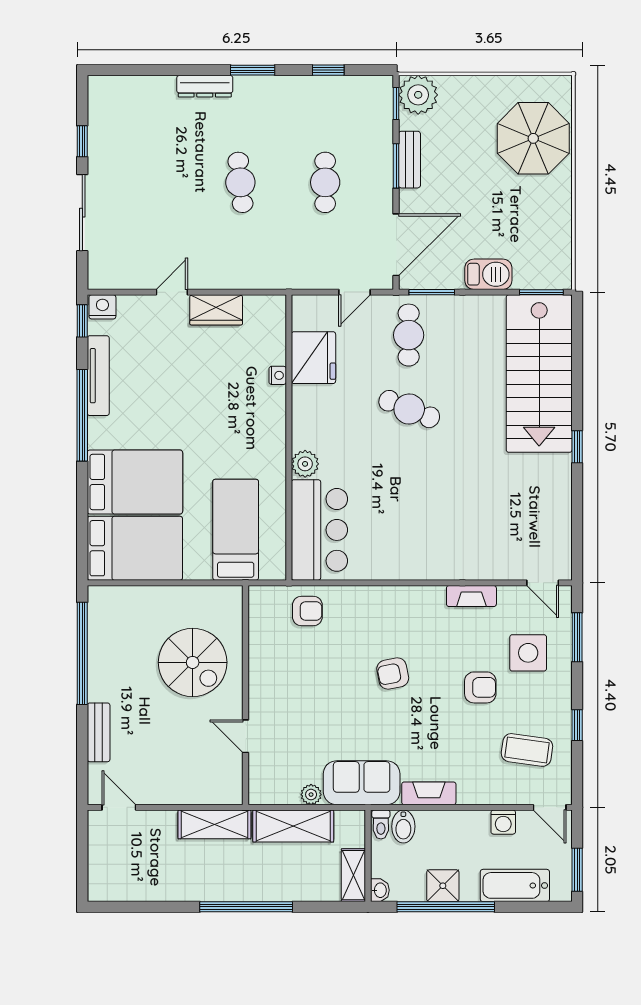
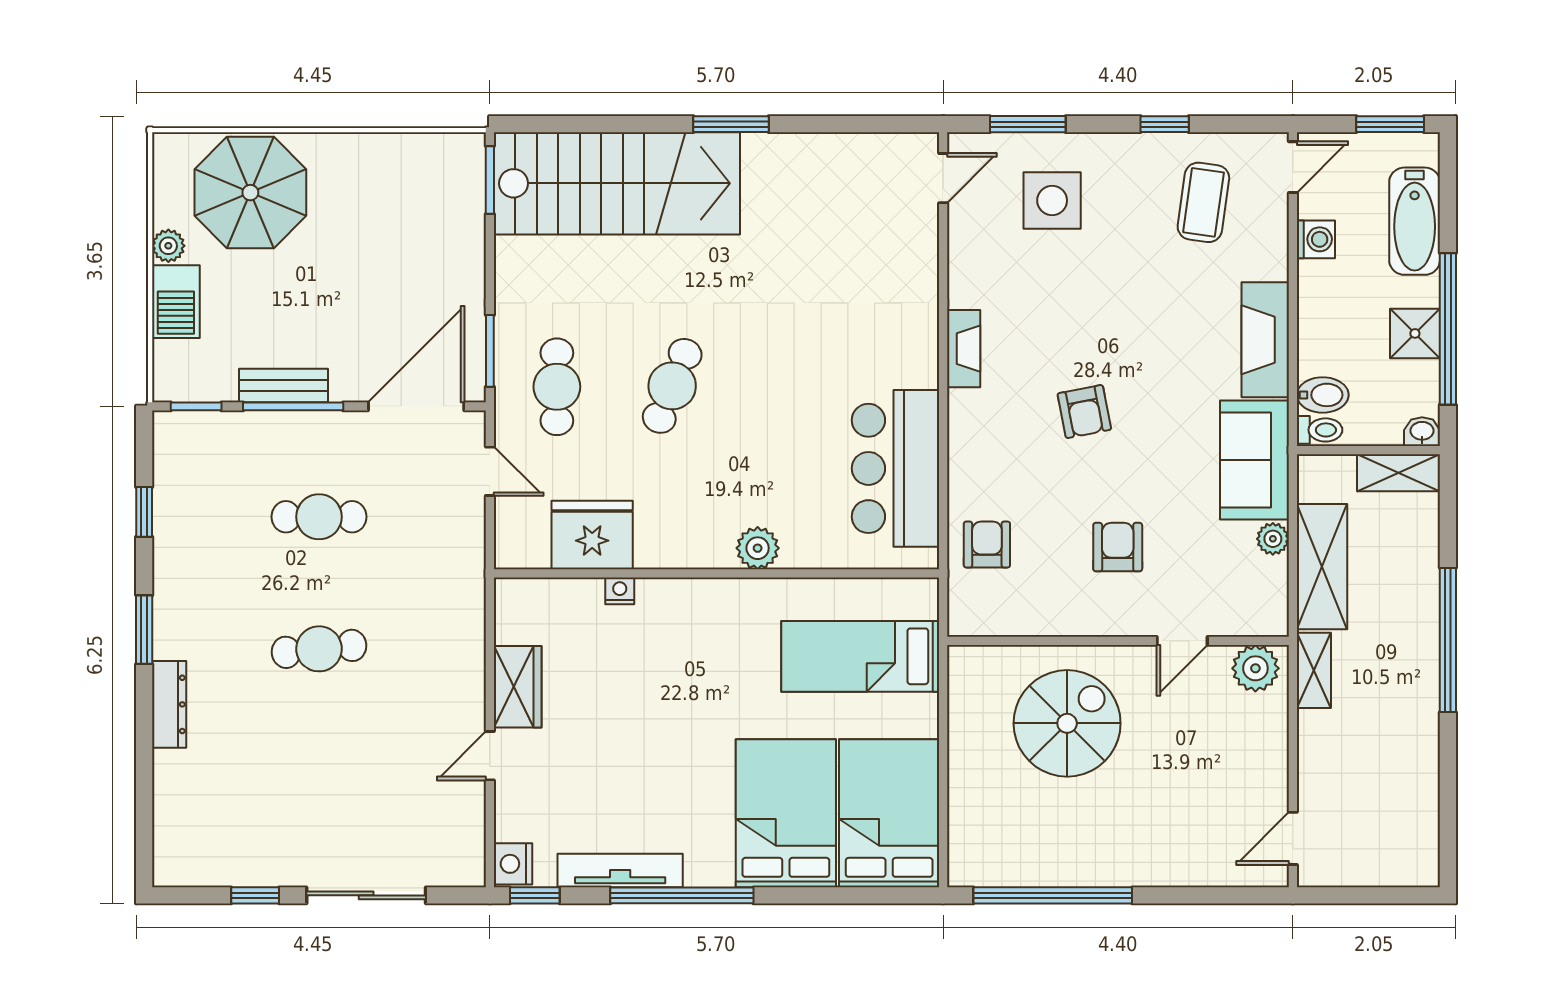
plant: (418, 95) -> (168, 246), moved, width x0.53, depth x0.53
window: (396, 166) -> (293, 406), width x1.44
door: (396, 245) -> (416, 406), hinge flipped
barbecue: (488, 274) -> (176, 302), moved, turned 180
door: (172, 292) -> (490, 756), hinge flipped
cafe table: (409, 335) -> (557, 387), turned 90
window: (577, 447) -> (731, 124), width x1.50
bar counter: (319, 530) -> (895, 468), moved, turned -90
fireplace: (471, 596) -> (964, 349), moved
armchair: (480, 687) -> (1118, 547), moved
bench: (99, 732) -> (1176, 870), removed
plant: (228, 783) -> (1255, 668), added
fireplace: (429, 793) -> (1265, 340), width x1.37, depth x1.32
shelving: (214, 824) -> (1314, 670), width x0.67, depth x0.75

